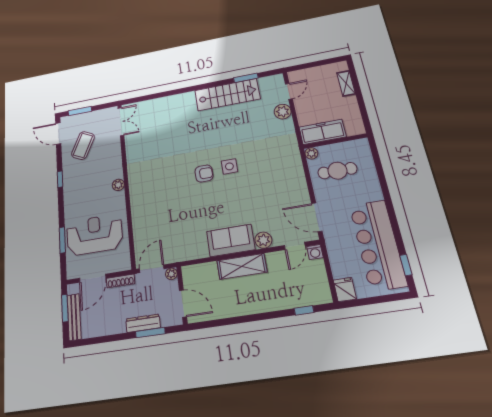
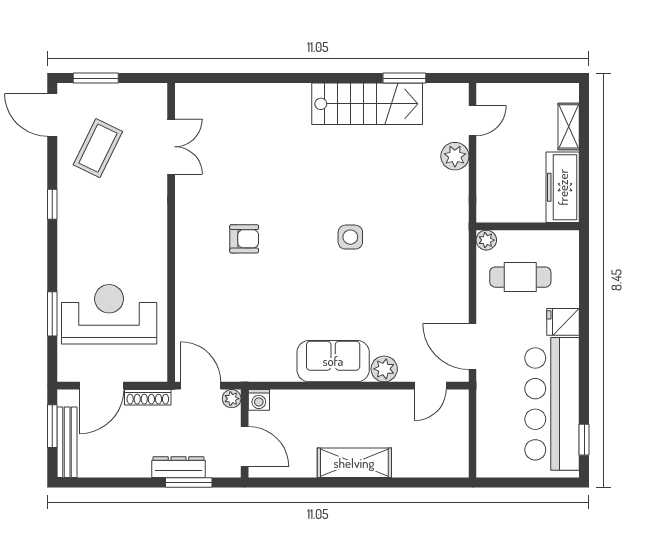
double door: (121, 122) -> (171, 147), moved
freezer: (322, 132) -> (563, 187), moved, turned -90
armchair: (204, 174) -> (244, 239), moved
plant: (118, 185) -> (157, 234), removed
washing machine: (315, 252) -> (259, 400), moved
shelving: (242, 266) -> (354, 463), moved
door: (152, 269) -> (201, 386), hinge flipped
fridge: (345, 289) -> (563, 322), moved, turned -90
window: (304, 310) -> (425, 482), removed

